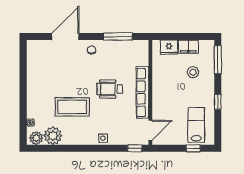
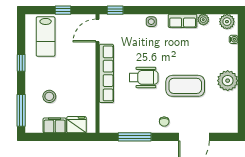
plant: (36, 86) -> (228, 81), added
coffee table: (72, 107) -> (185, 86), moved
plant: (53, 136) -> (203, 20), width x0.53, depth x0.53
row of seats: (75, 139) -> (183, 21), added
window: (193, 148) -> (63, 10), moved

